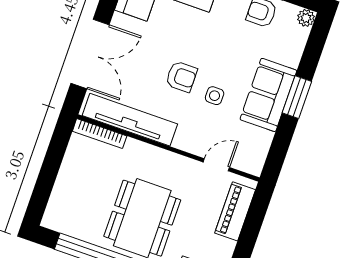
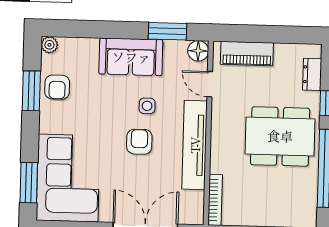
window: (297, 97) -> (167, 31), moved
tv unit: (130, 120) -> (195, 145), moved
floor lamp: (253, 164) -> (198, 51), added

